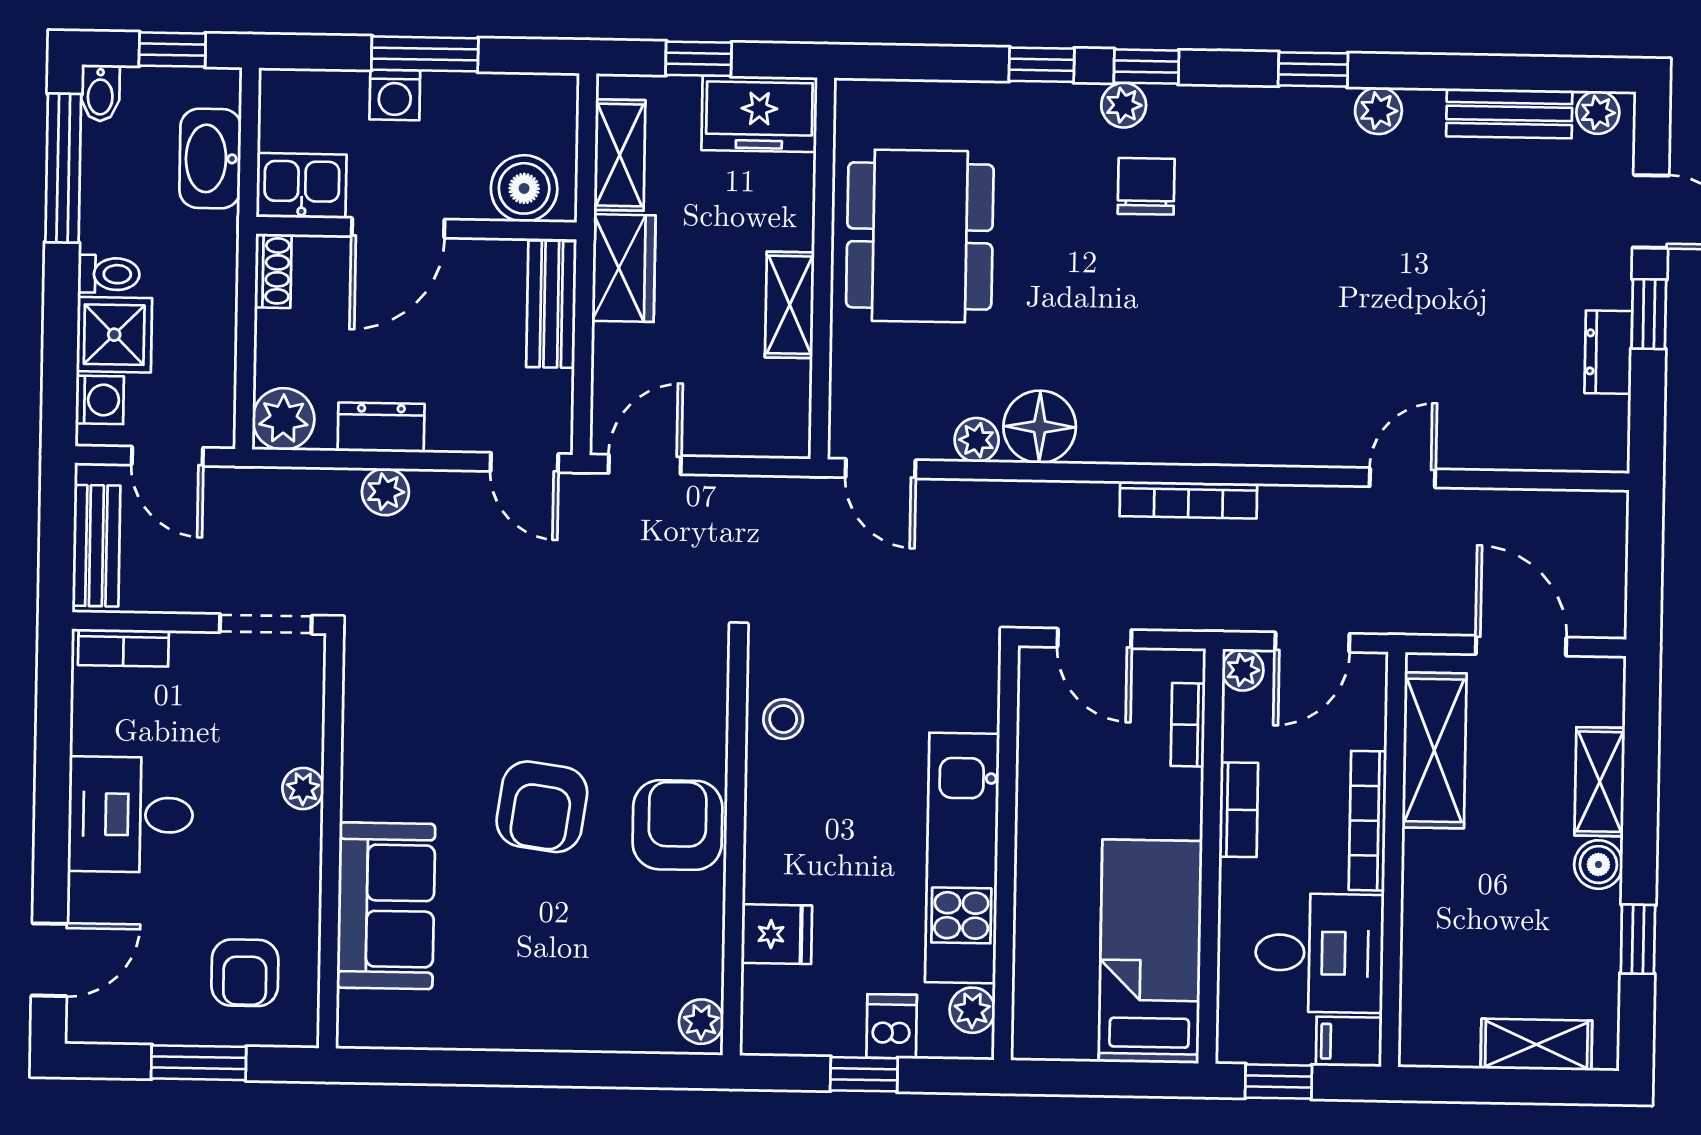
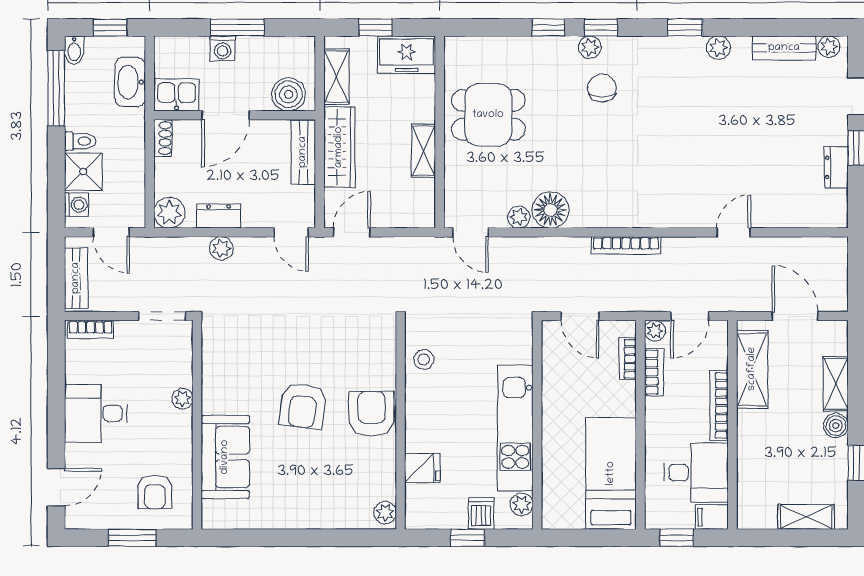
dining table: (920, 236) -> (488, 115), width x0.73
wardrobe: (624, 268) -> (339, 147), width x1.50
bookcase: (1239, 810) -> (654, 372), moved

